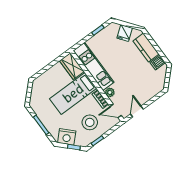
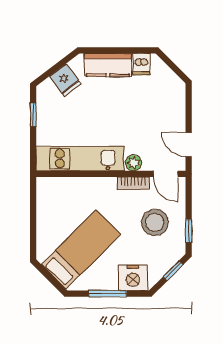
wardrobe: (72, 66) -> (57, 189), removed
bed: (73, 93) -> (81, 250), moved, turned -135
door: (116, 111) -> (166, 174), hinge flipped
nightstand: (67, 137) -> (133, 278), moved, turned 45

